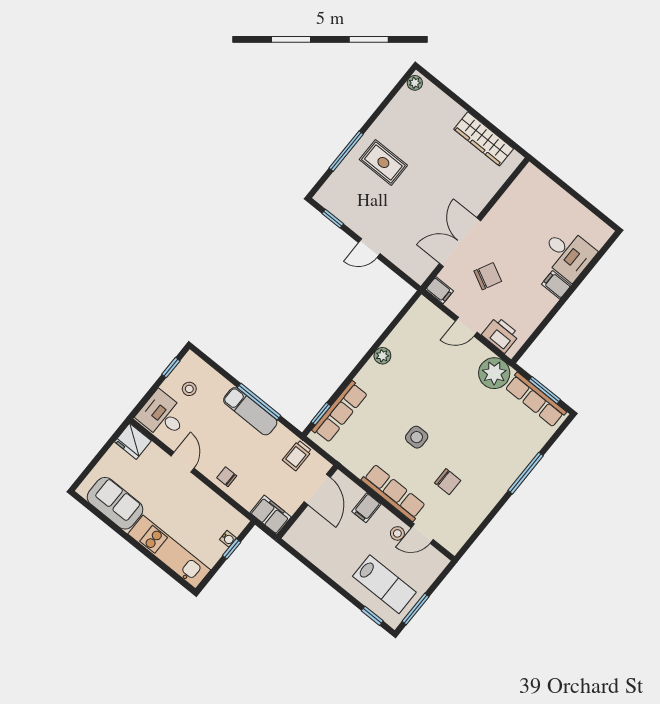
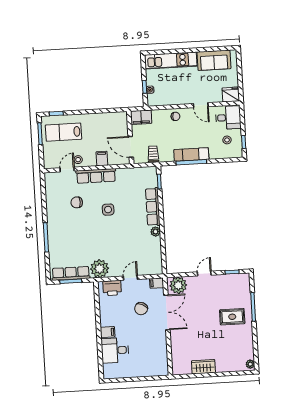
wardrobe: (484, 139) -> (203, 367), width x0.67
plant: (415, 263) -> (178, 285), added
row of seats: (340, 412) -> (153, 207), moved

